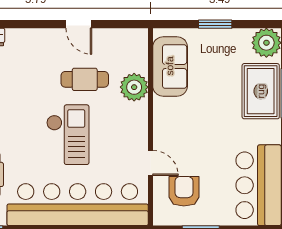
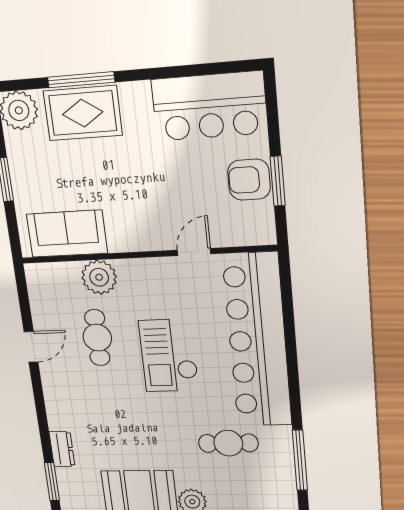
checkout: (68, 135) -> (169, 356), turned -90
armchair: (184, 191) -> (249, 180), moved

